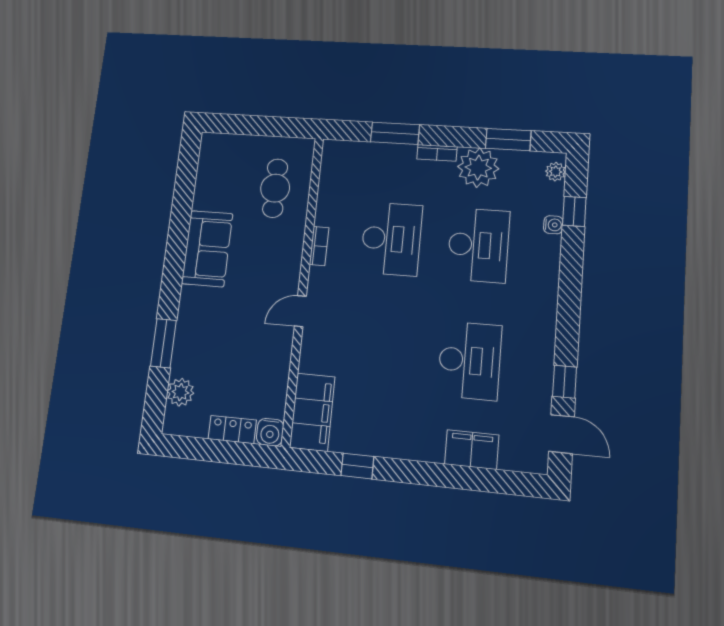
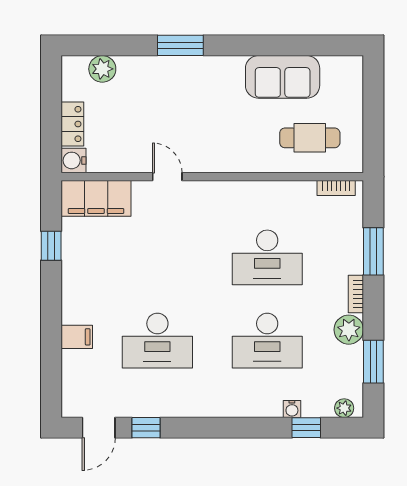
plant: (478, 168) -> (349, 330), width x0.73, depth x0.73
bookcase: (319, 246) -> (336, 188), moved
sofa: (207, 249) -> (283, 77), moved
door: (300, 311) -> (167, 177), moved
window: (163, 343) -> (180, 45), moved
filing cabinet: (472, 450) -> (77, 337), width x0.50

